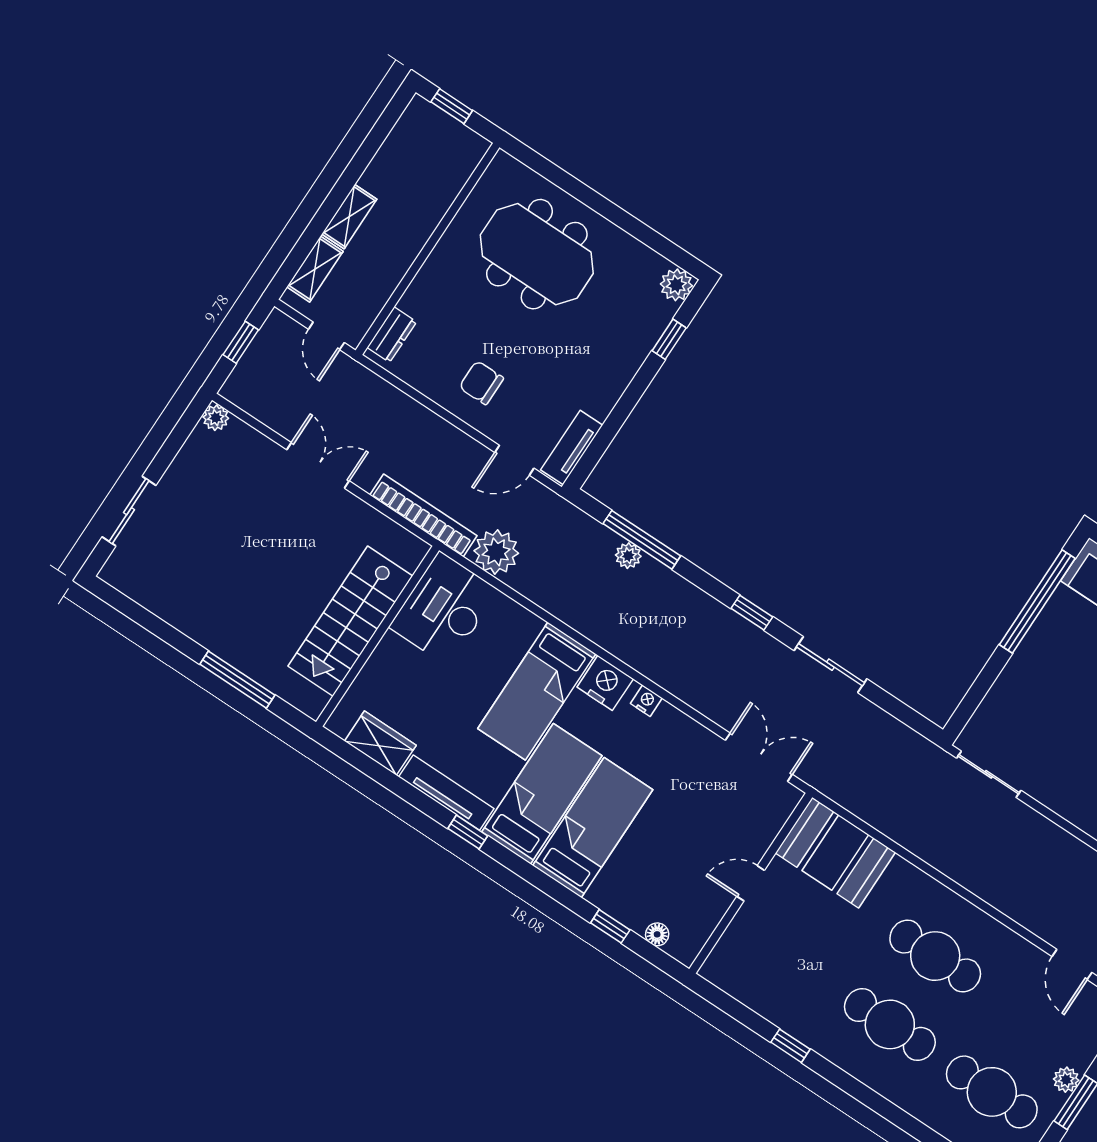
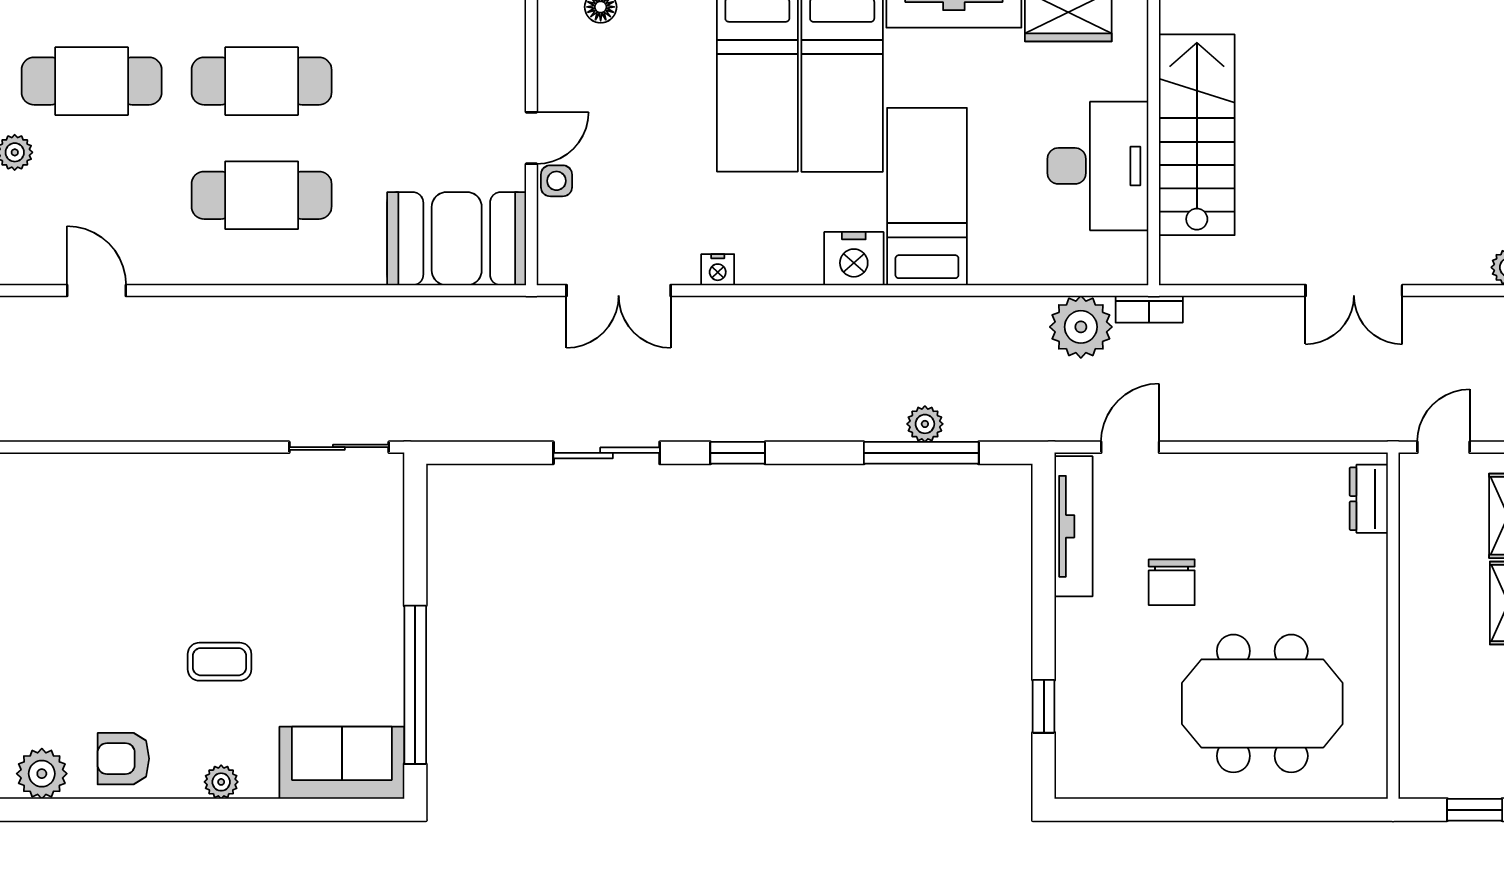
plant: (676, 285) -> (1077, 775), removed
door: (326, 336) -> (1443, 447), hinge flipped
chair: (481, 383) -> (1172, 582), moved, turned 90
tv unit: (572, 447) -> (1073, 526), width x1.41
bookcase: (423, 515) -> (1149, 309), width x0.43, depth x0.76
desk: (444, 609) -> (1098, 166), moved
nightstand: (646, 701) -> (718, 270), moved
side table: (753, 848) -> (556, 181), added

